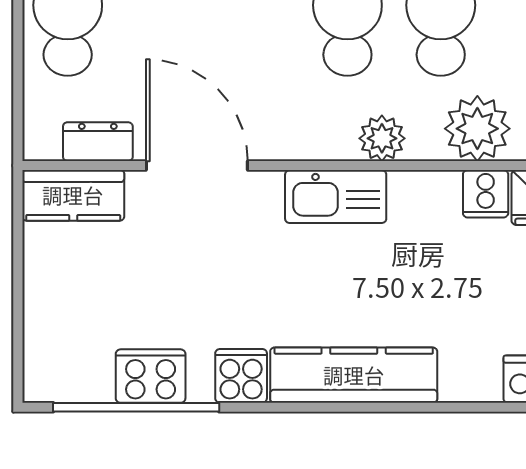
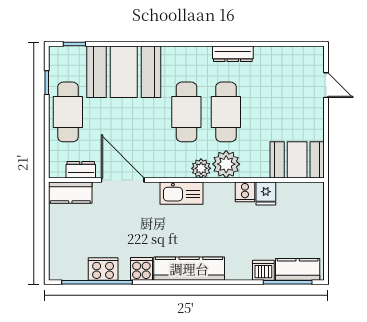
plant: (477, 129) -> (226, 164), moved

